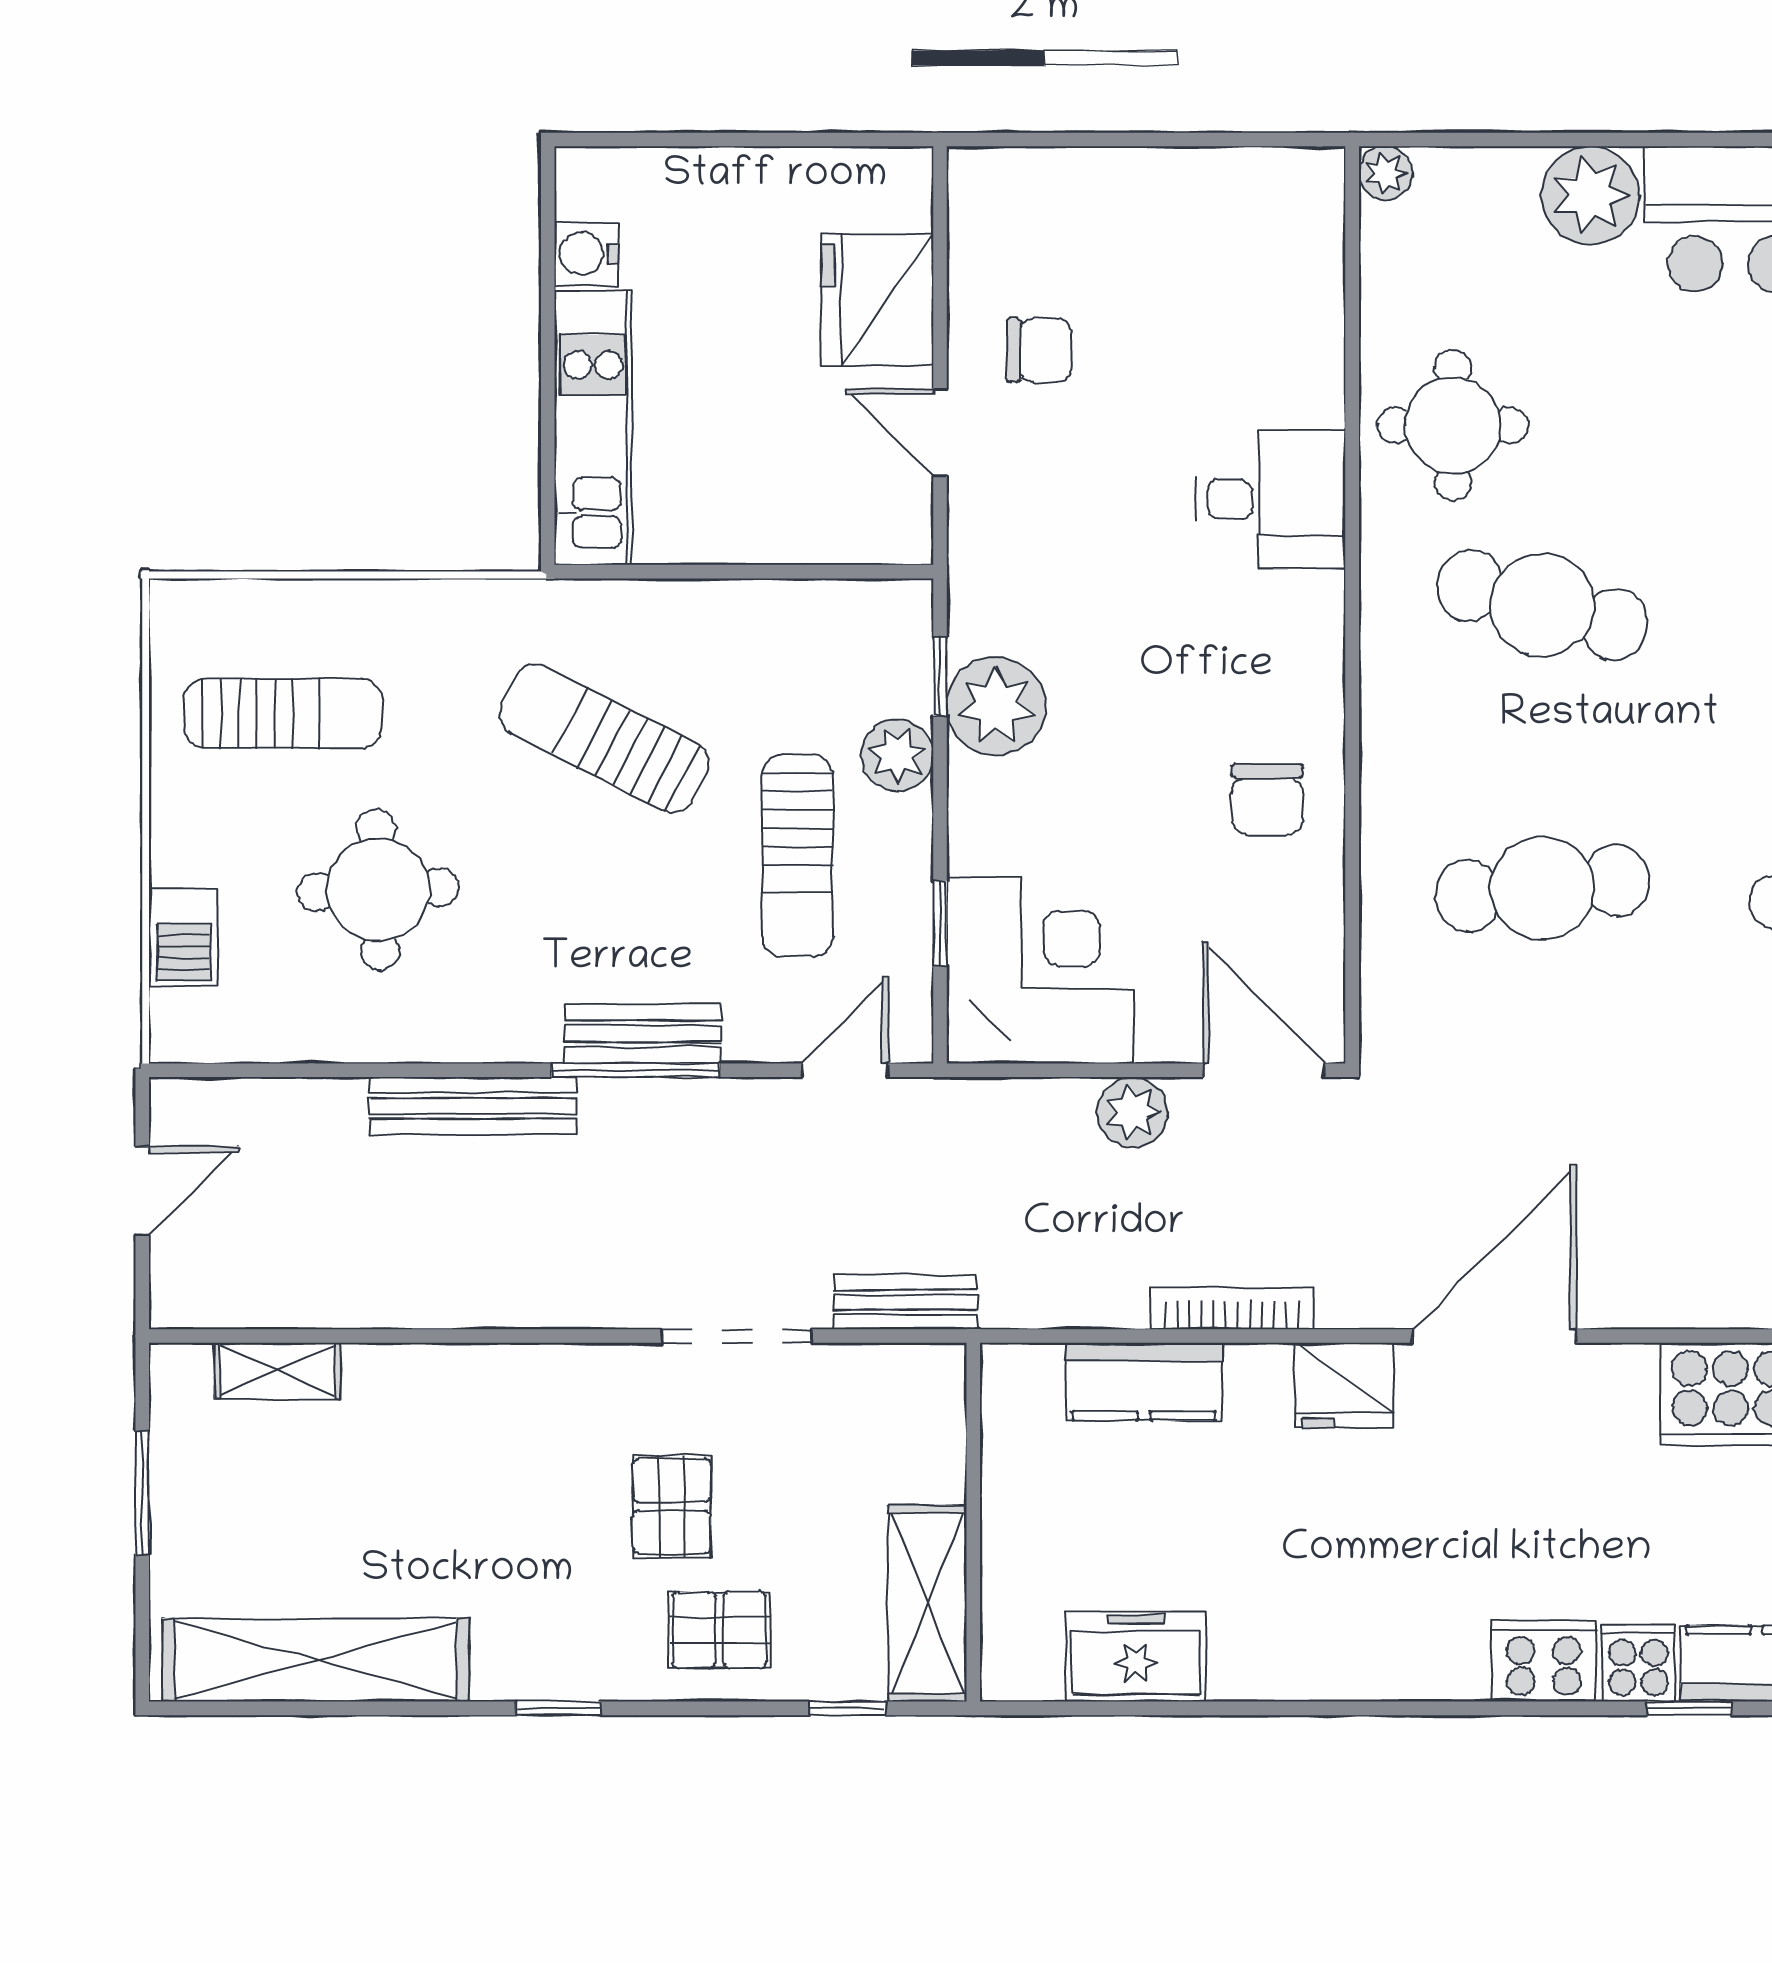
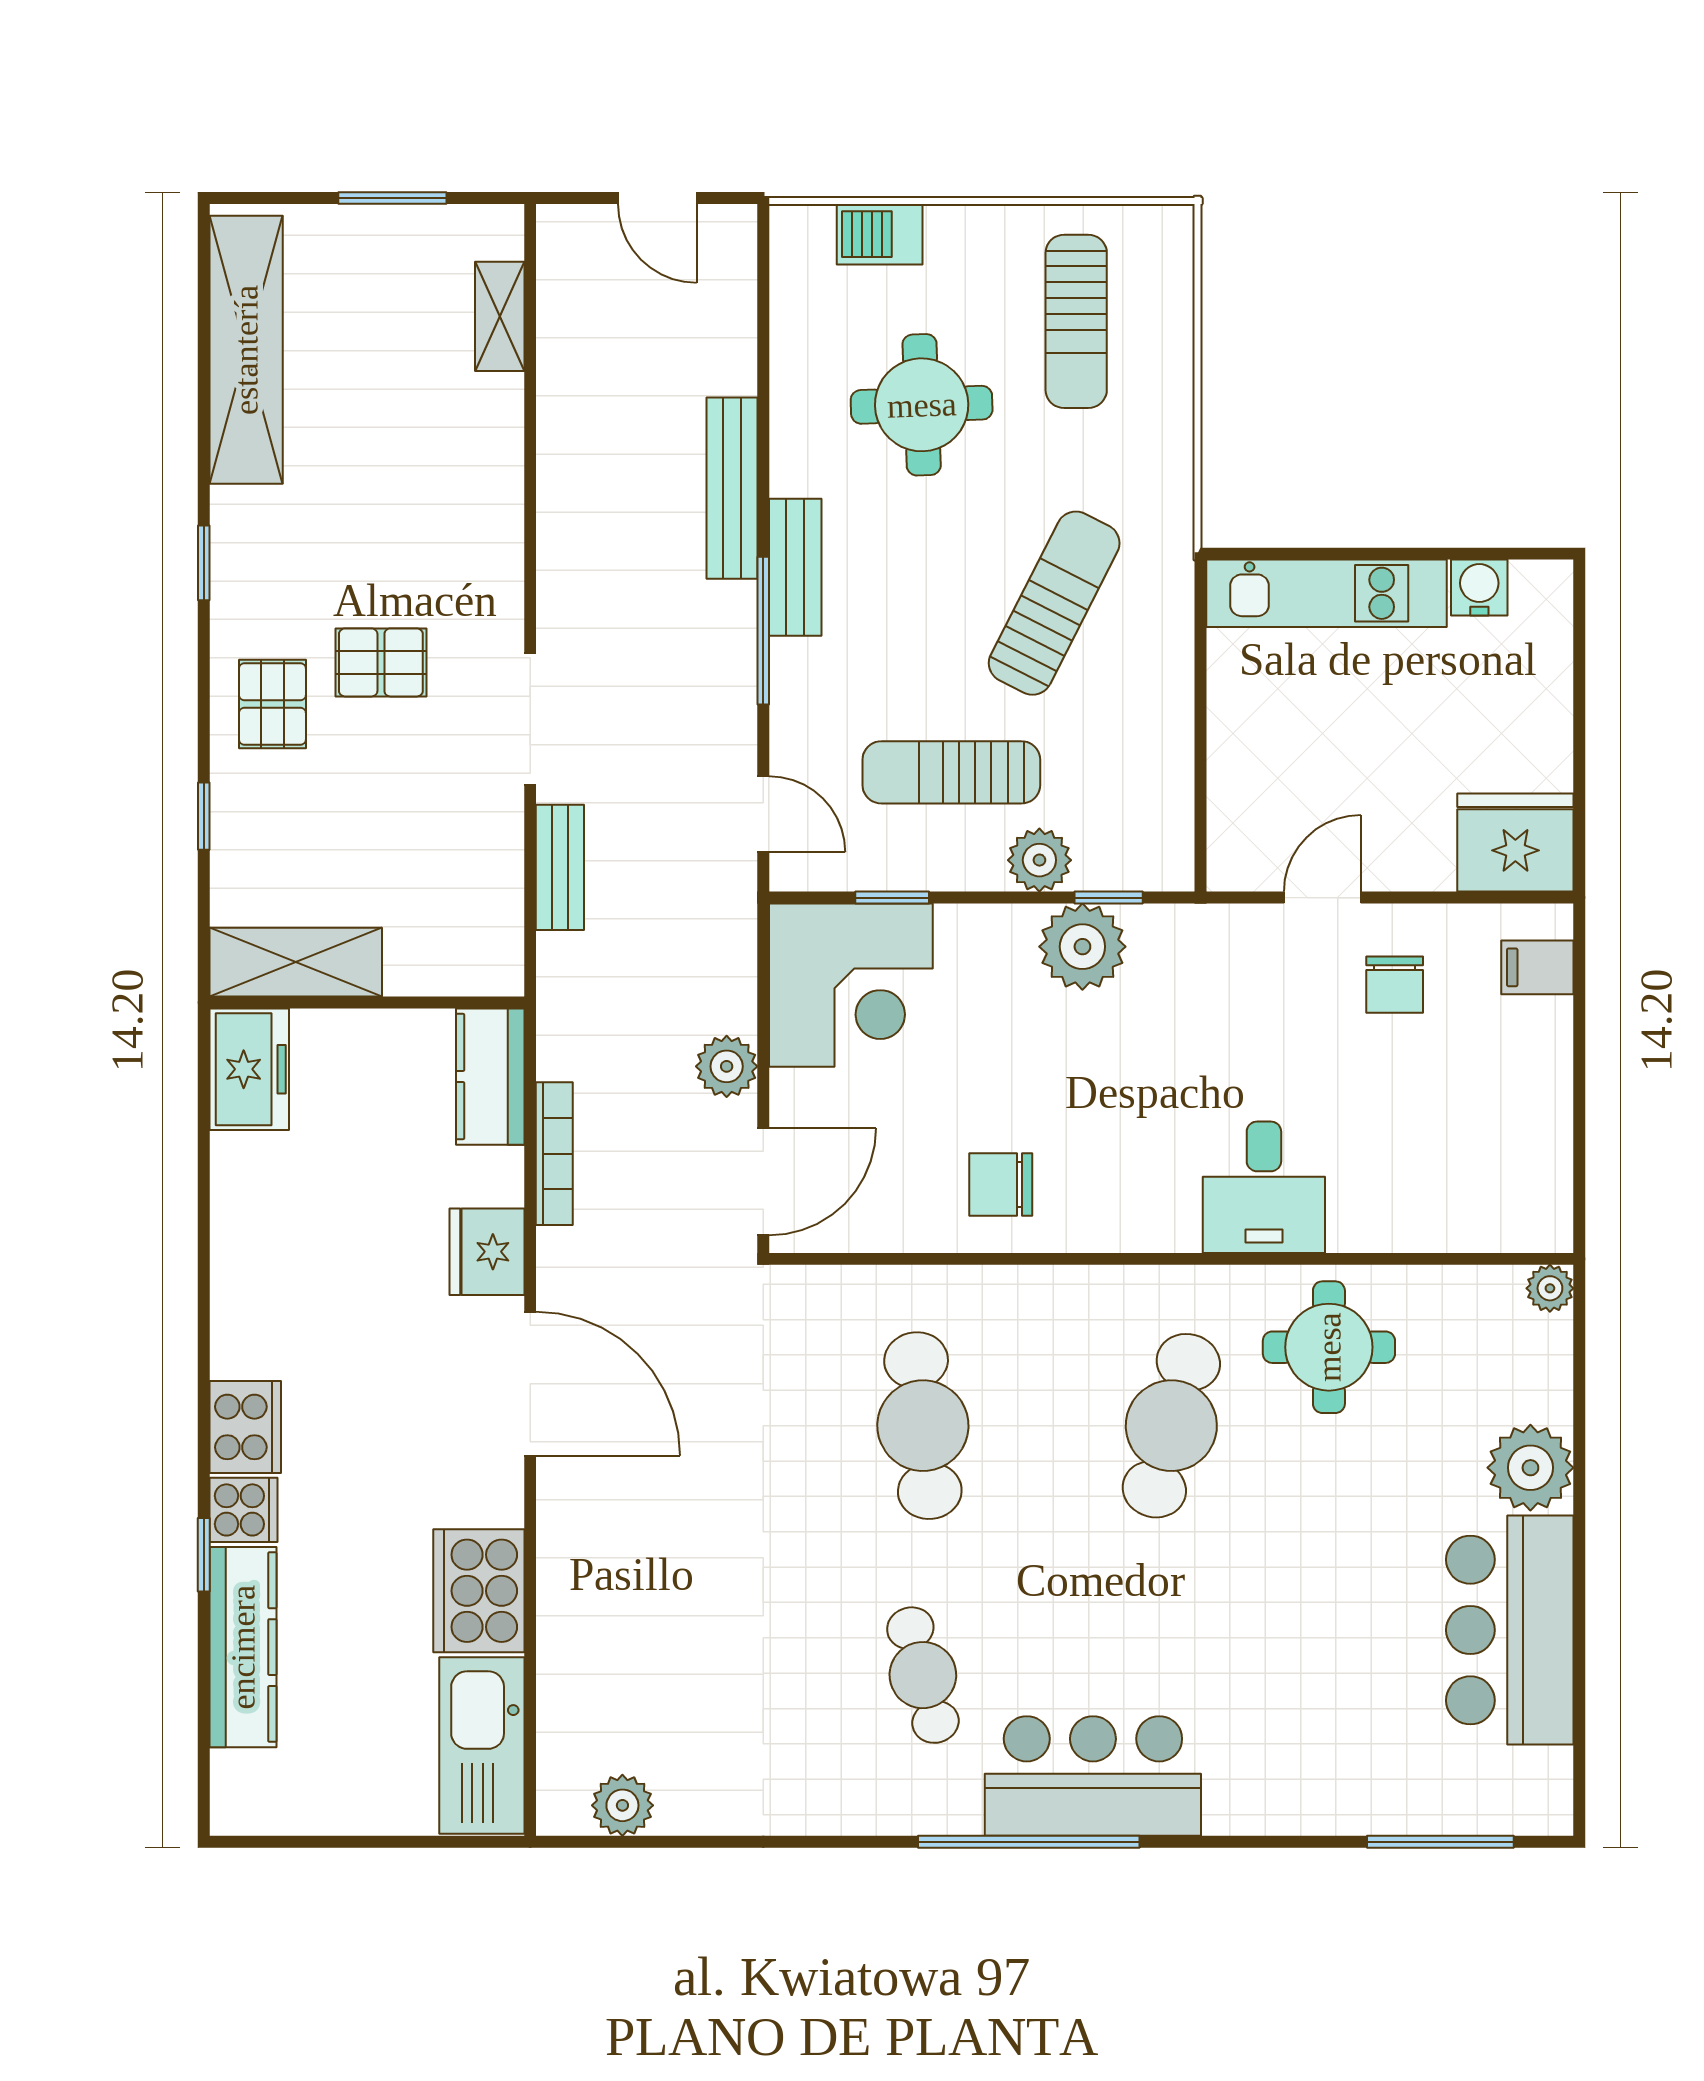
filing cabinet: (1020, 187) -> (1537, 967), added
fridge: (877, 300) -> (1515, 843), moved
bench: (643, 1034) -> (795, 567), moved
wall: (973, 1522) -> (367, 1002), moved
shelving: (927, 1603) -> (296, 962), moved

